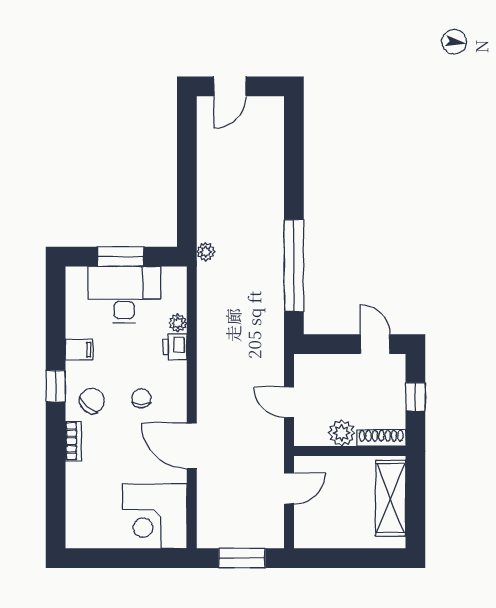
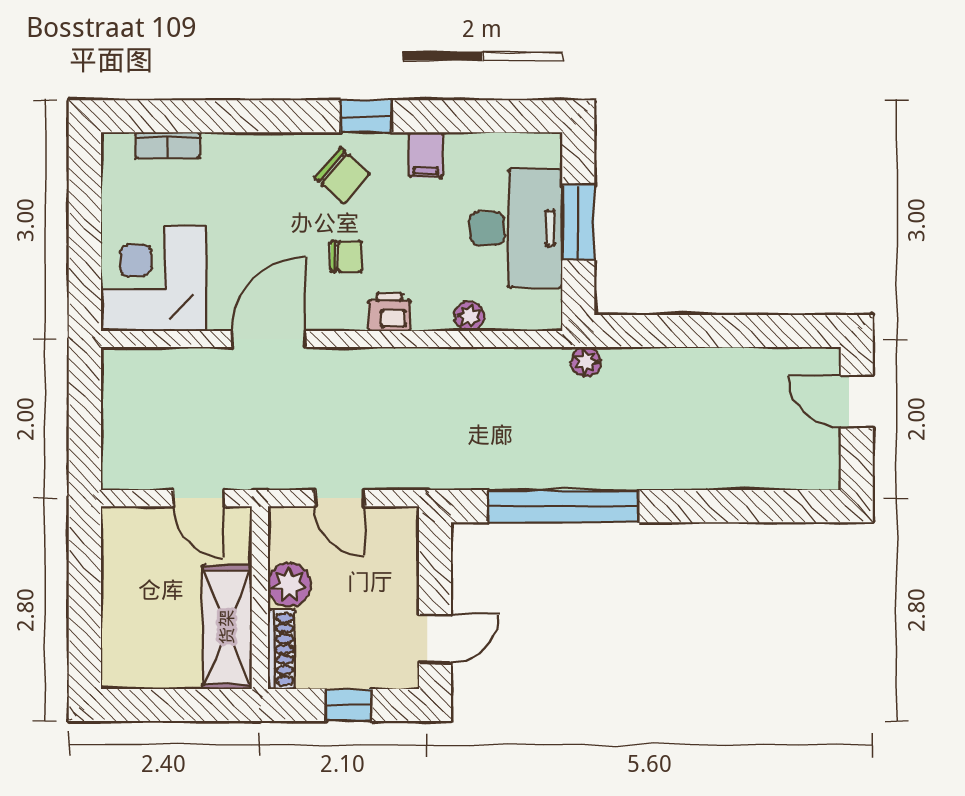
printer: (175, 347) -> (389, 312), moved
door: (289, 402) -> (340, 498), swing flipped
bookcase: (73, 441) -> (168, 145), moved
shelving: (391, 498) -> (227, 627), moved, turned 90
window: (242, 558) -> (85, 421), removed

